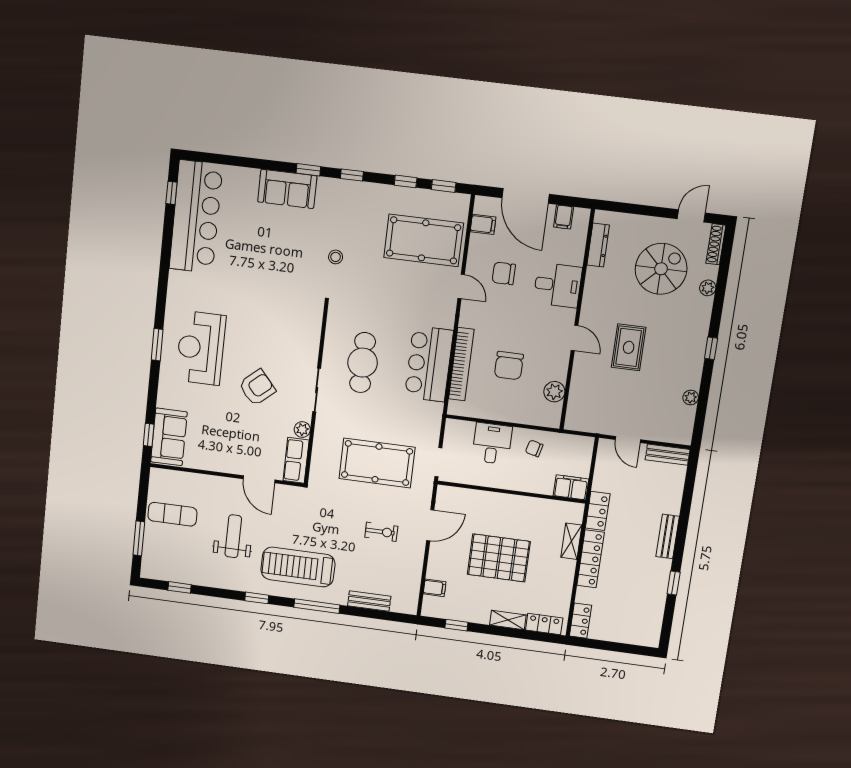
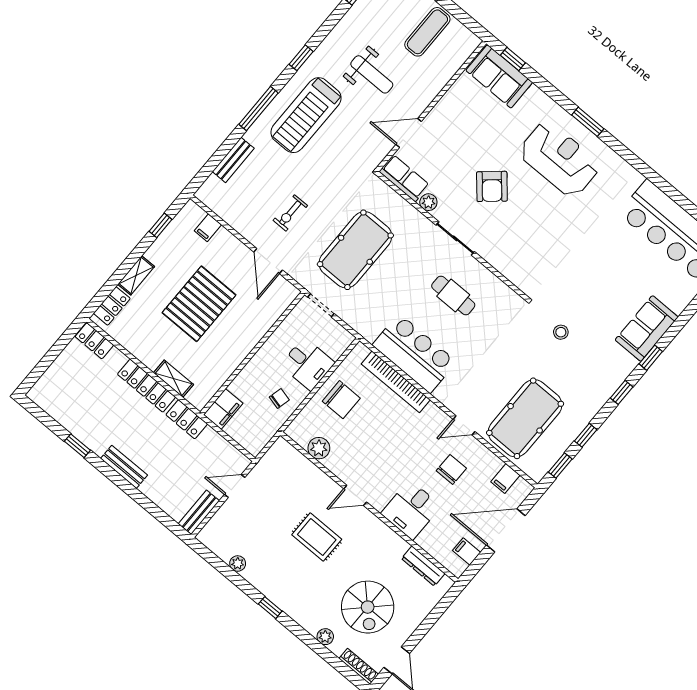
cafe table: (363, 363) -> (453, 296), width x0.73, depth x0.74
chair: (509, 366) -> (341, 400), moved, turned 180
treadmill: (298, 567) -> (306, 115), turned 180

